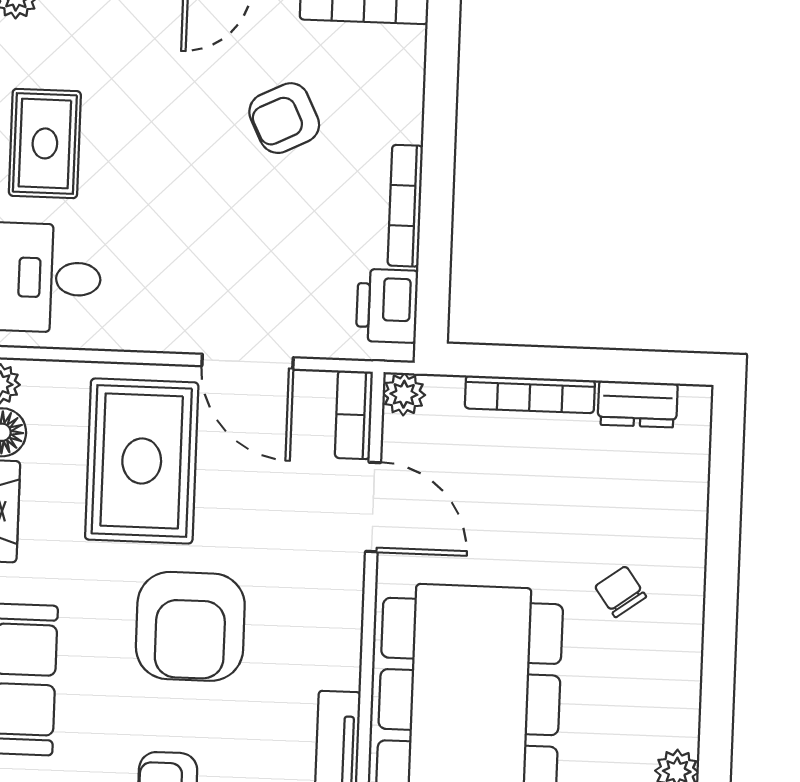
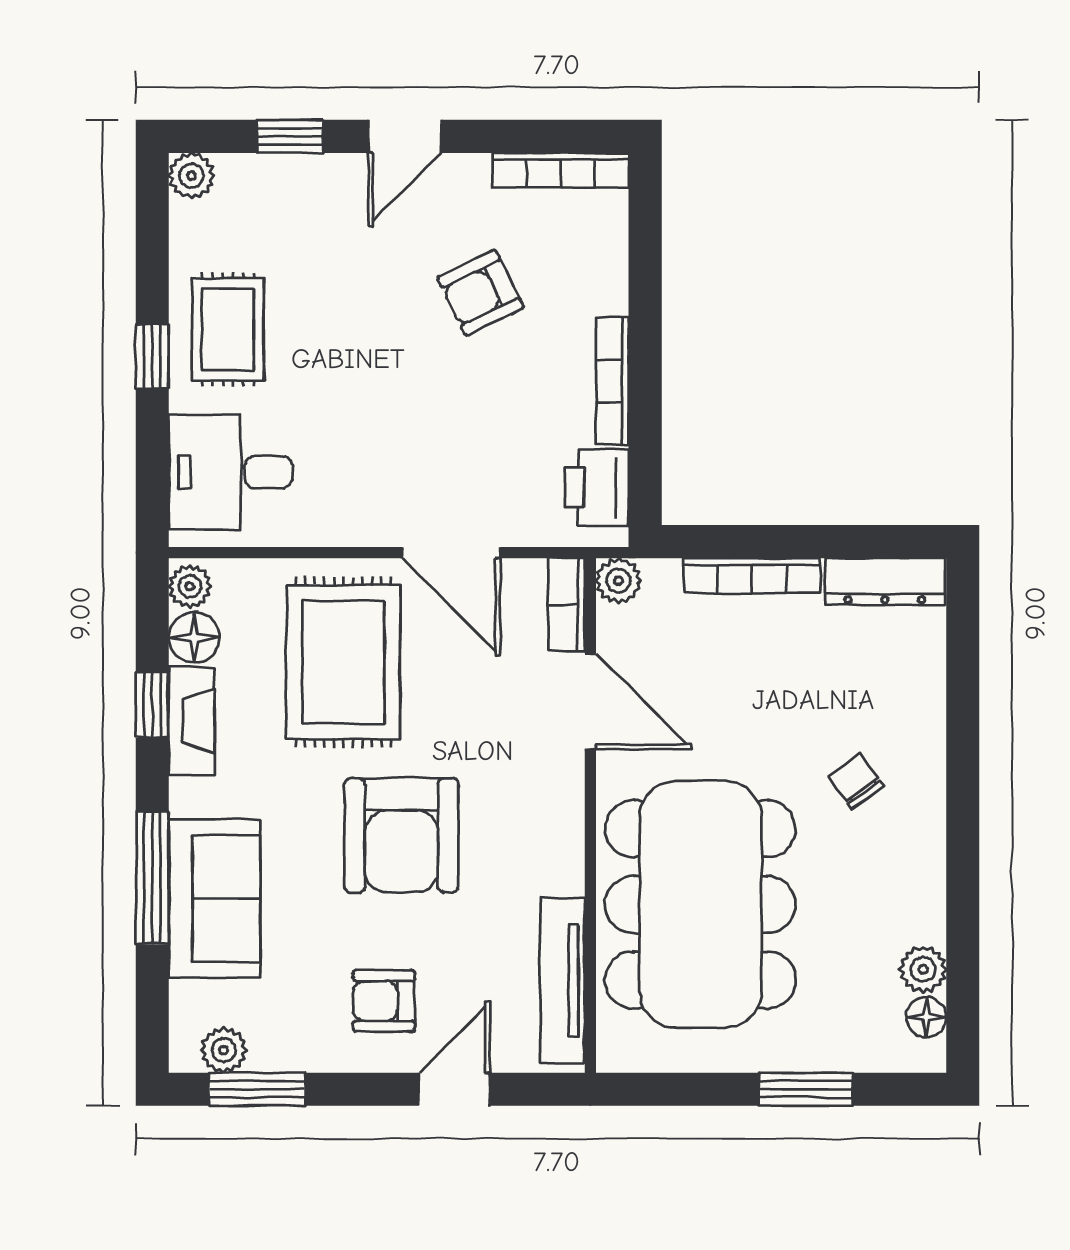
dresser: (638, 404) -> (885, 582), width x1.44

